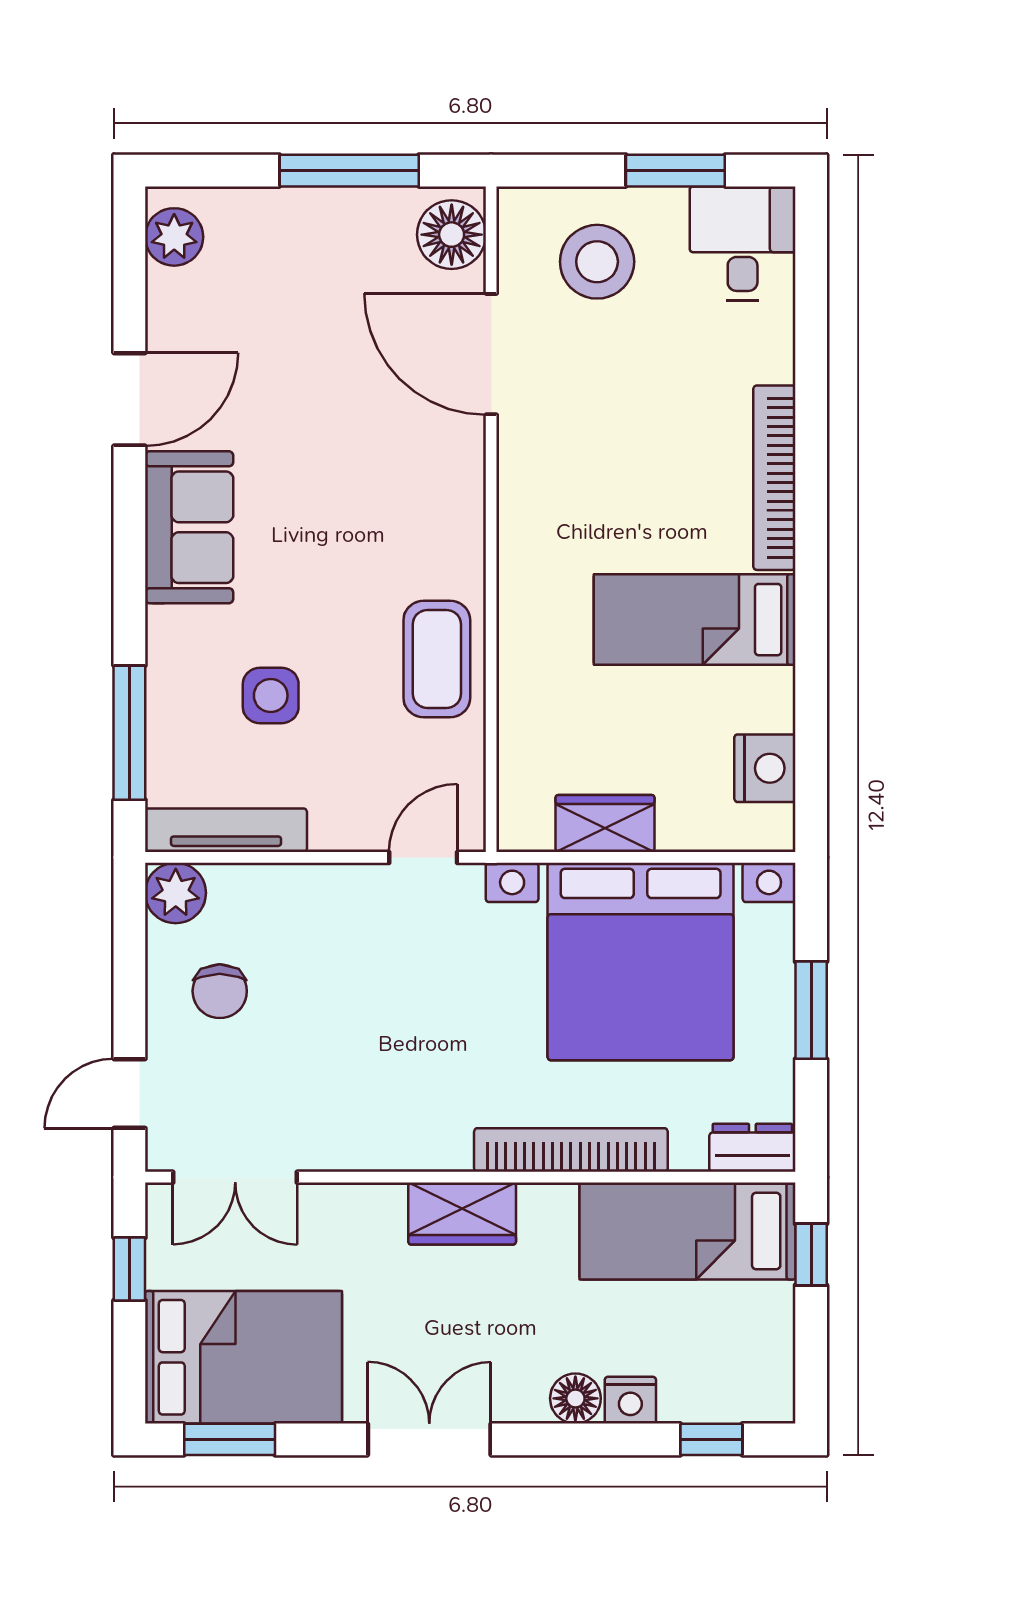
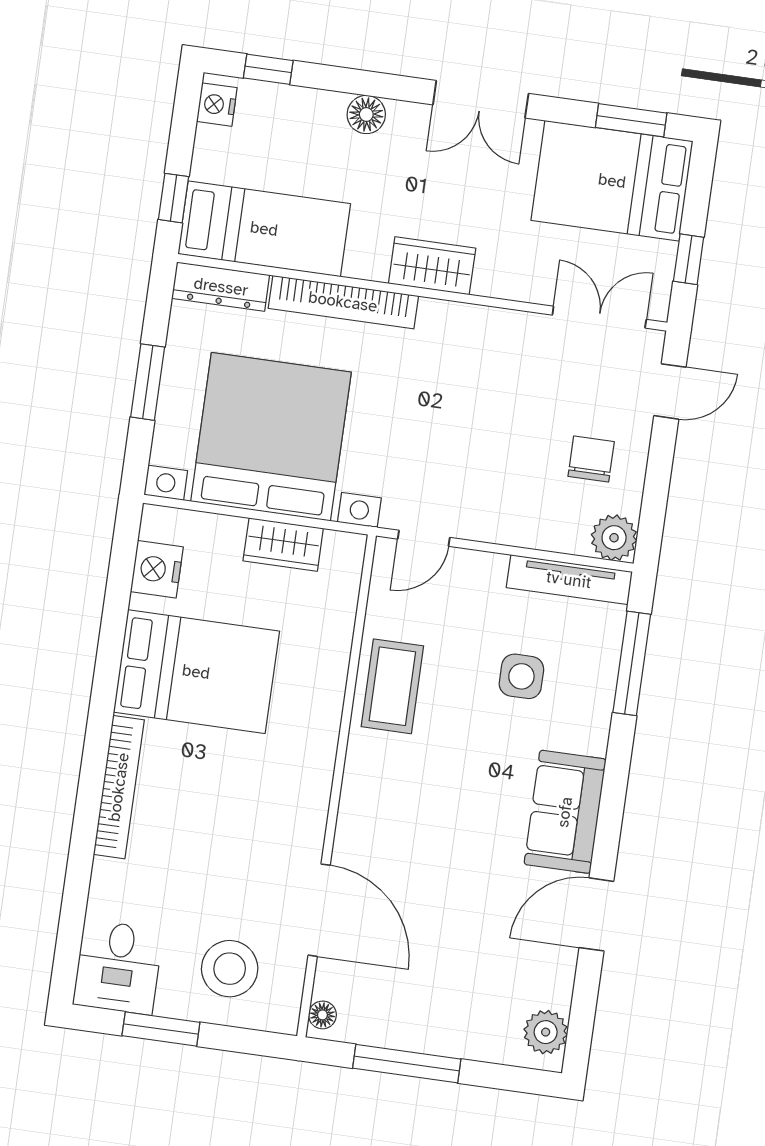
floor lamp: (452, 235) -> (322, 1015), width x0.53, depth x0.53
bed: (695, 620) -> (196, 672), width x1.50
dresser: (752, 1148) -> (221, 287), width x1.44
nightstand: (630, 1400) -> (217, 105), moved, turned -90

